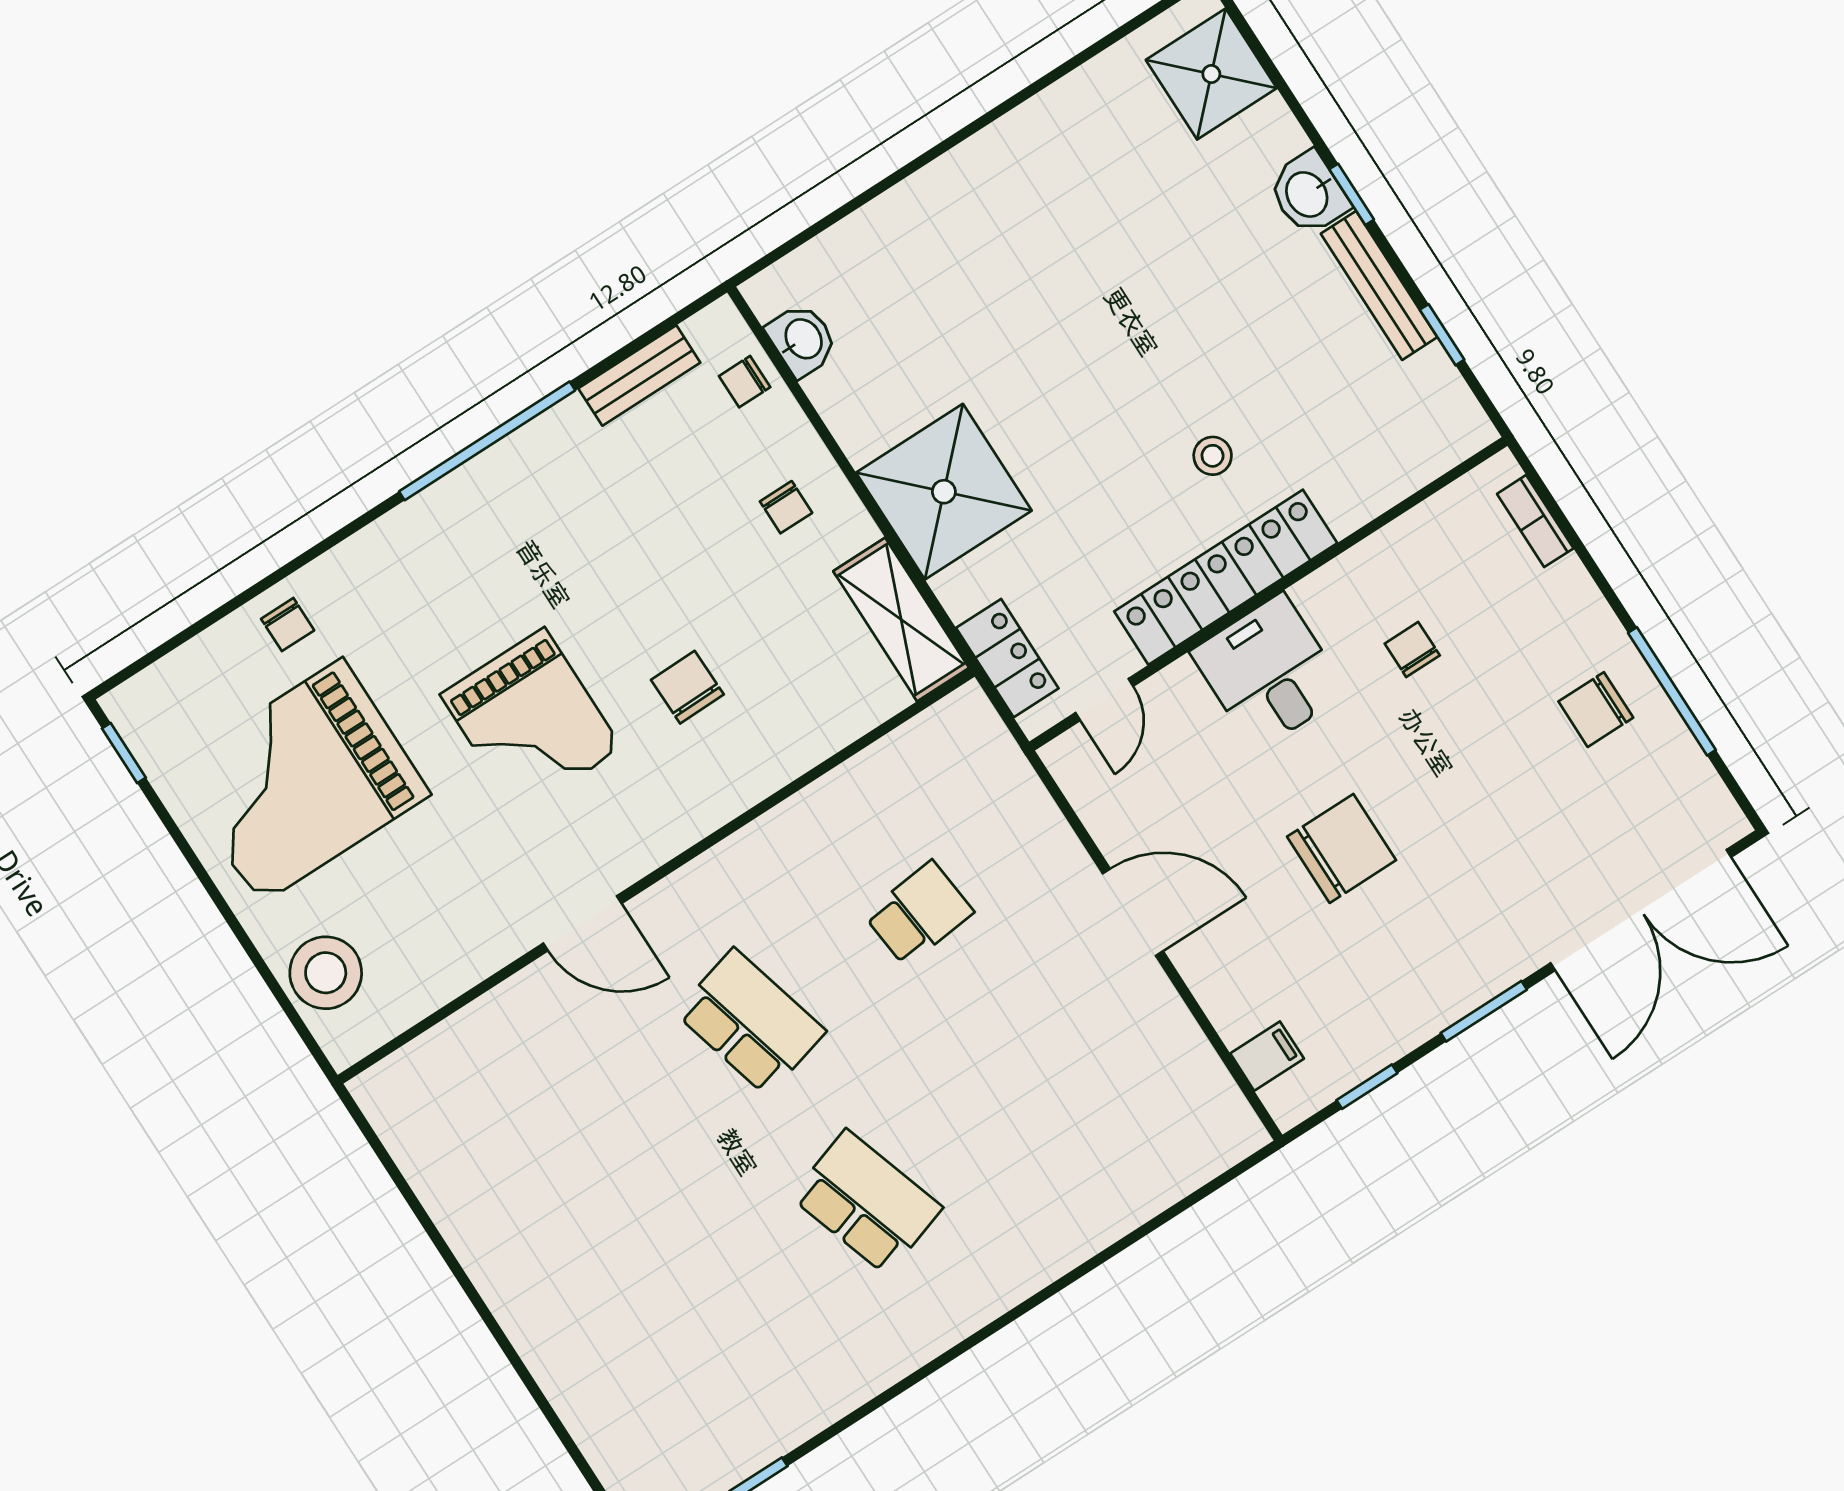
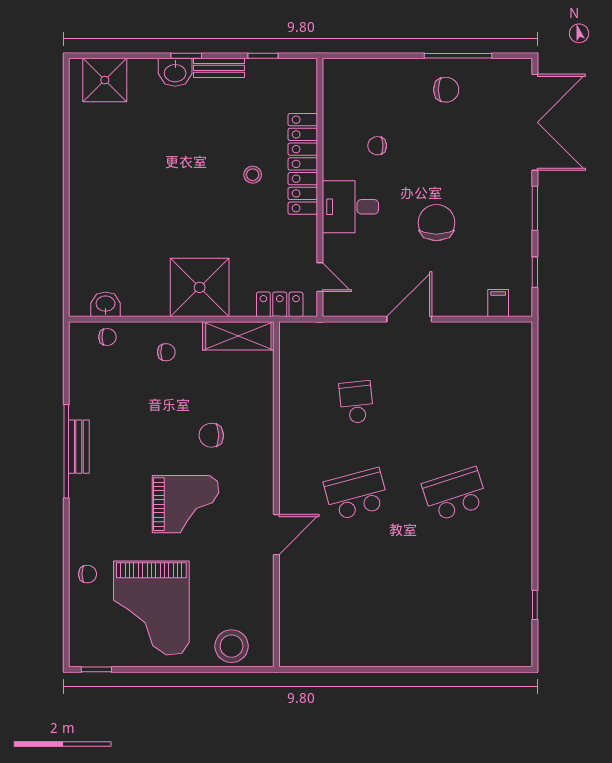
bench: (1379, 285) -> (219, 68), width x0.73
bench: (639, 376) -> (79, 447), moved
chair: (745, 382) -> (107, 337), turned -90
bookcase: (1535, 521) -> (358, 66), removed
locker: (1226, 577) -> (303, 164), moved
chair: (1596, 710) -> (446, 90), turned -90

